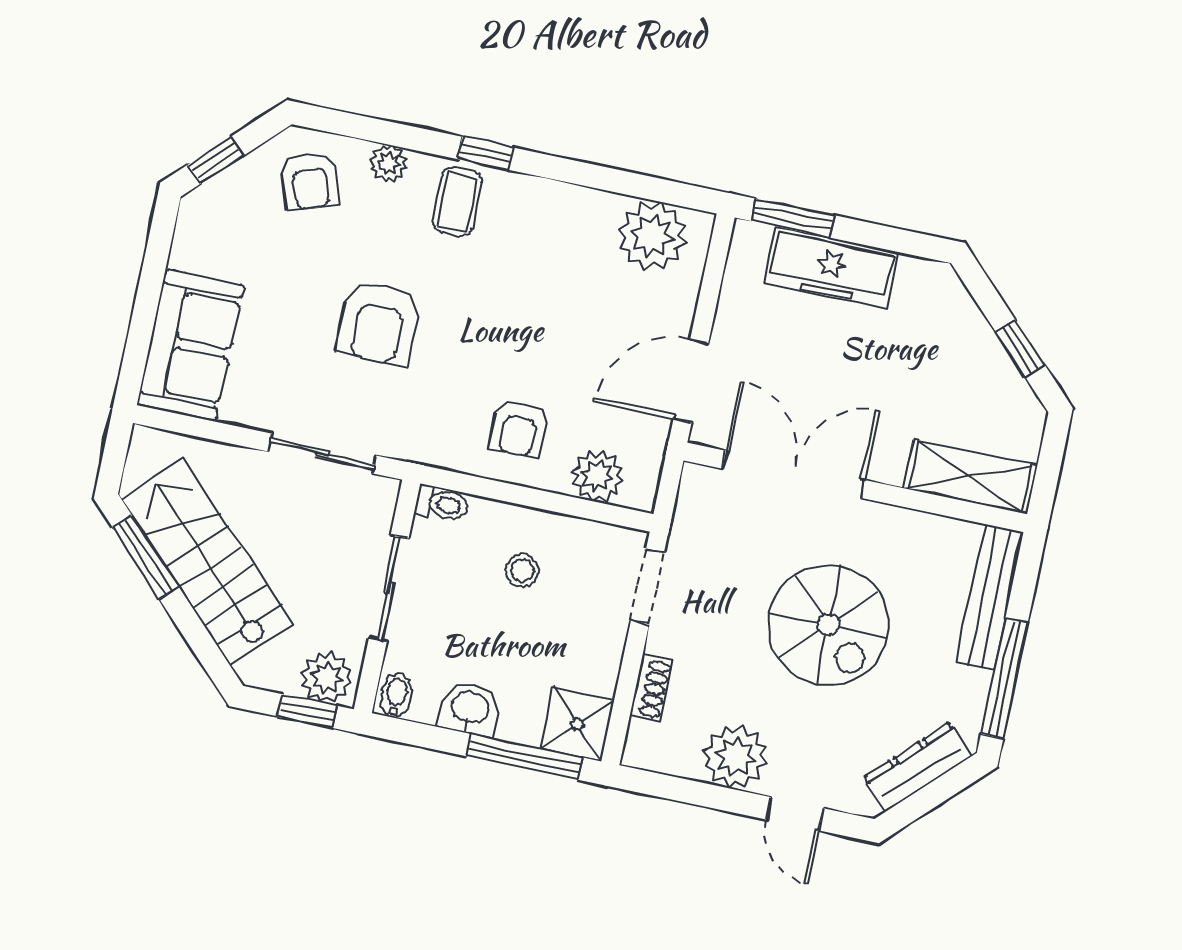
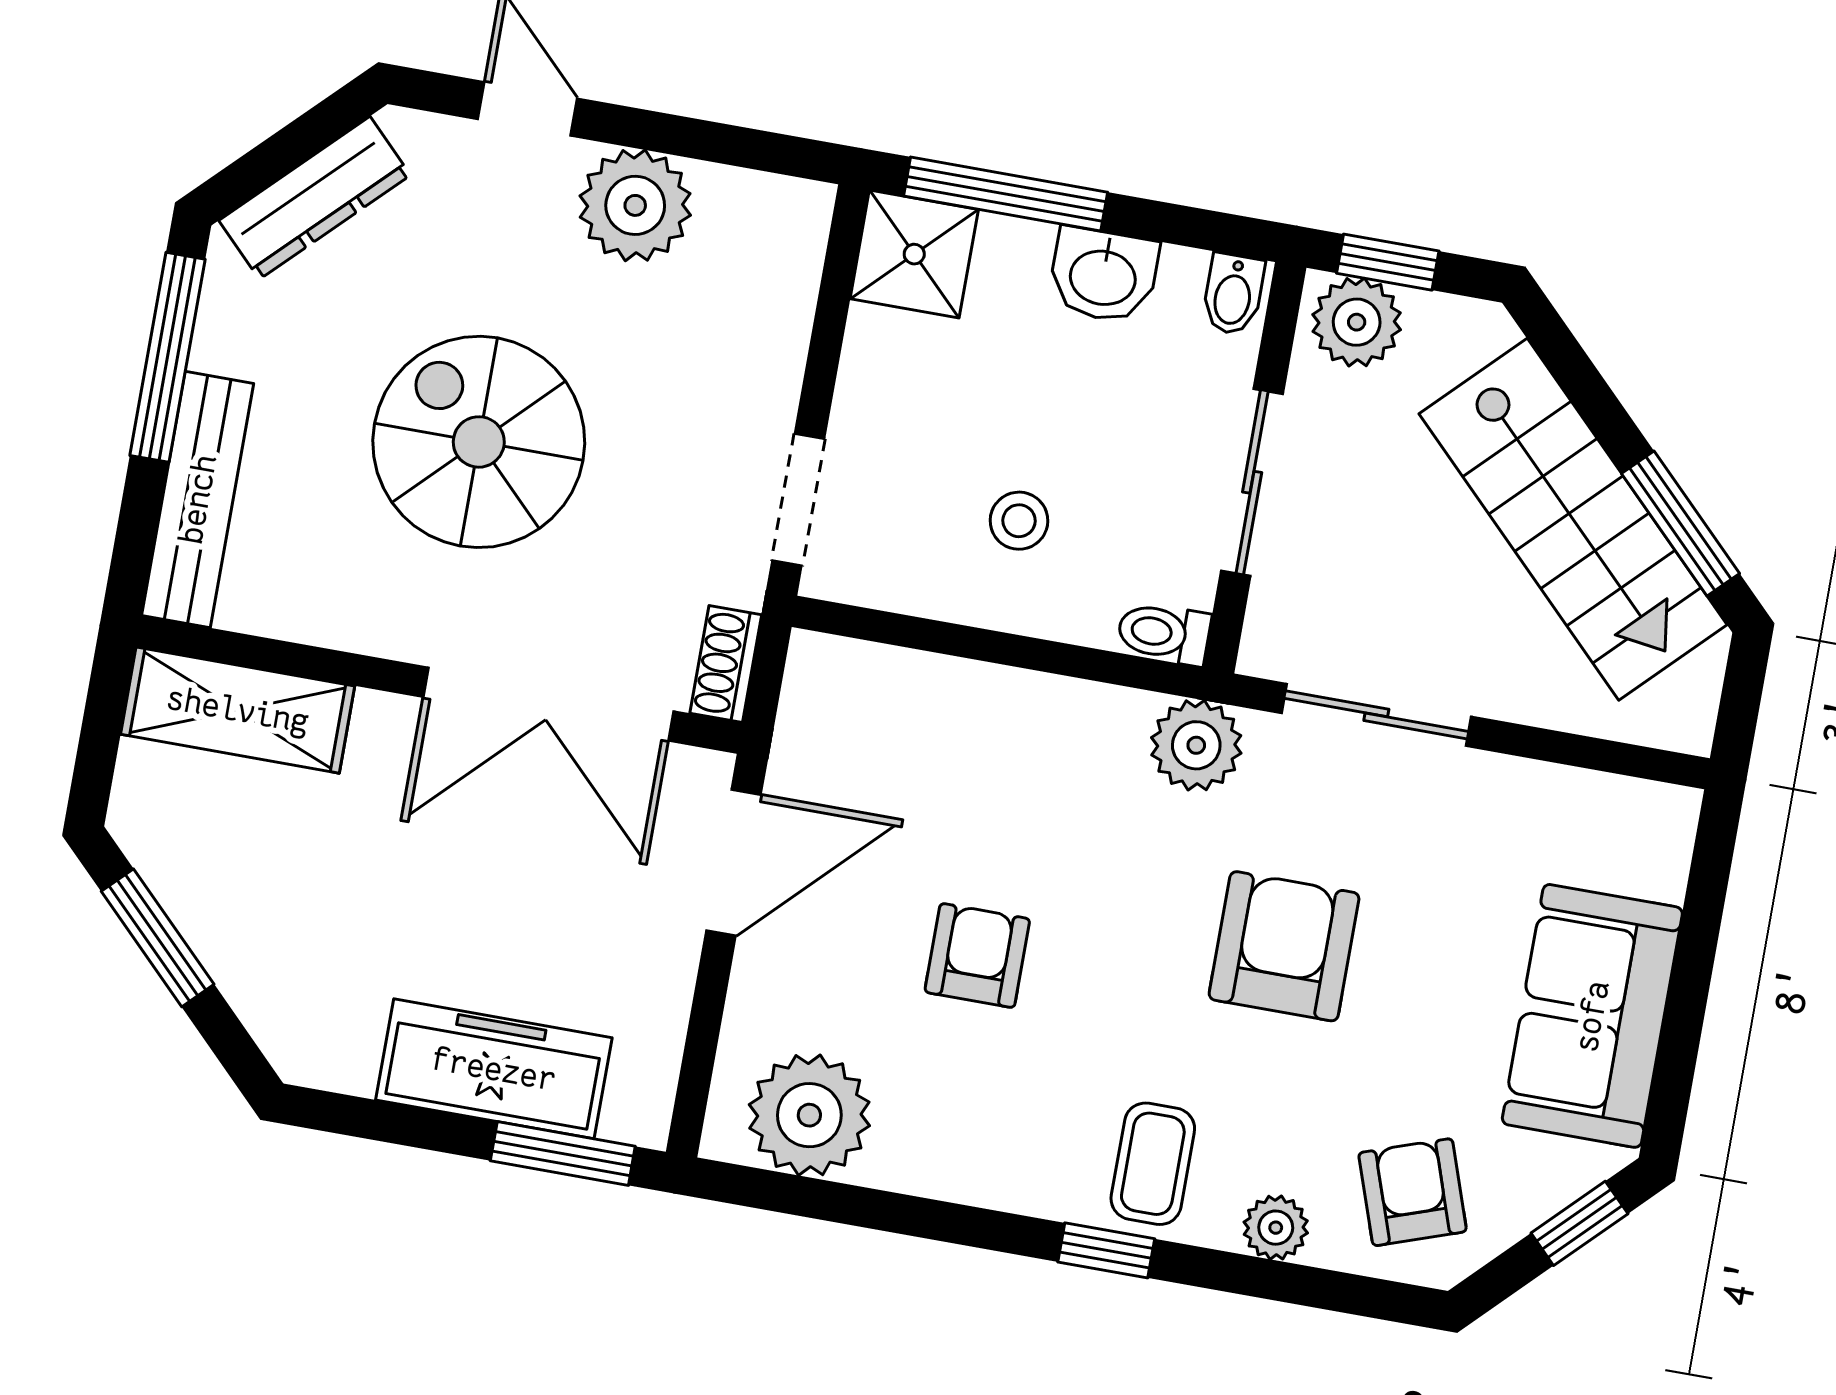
sofa: (190, 345) -> (1592, 1016), moved
window: (1020, 348) -> (158, 938), width x1.50
armchair: (519, 429) -> (977, 956), moved
plant: (597, 476) -> (1196, 745), moved
shoe rack: (651, 688) -> (726, 664), moved

